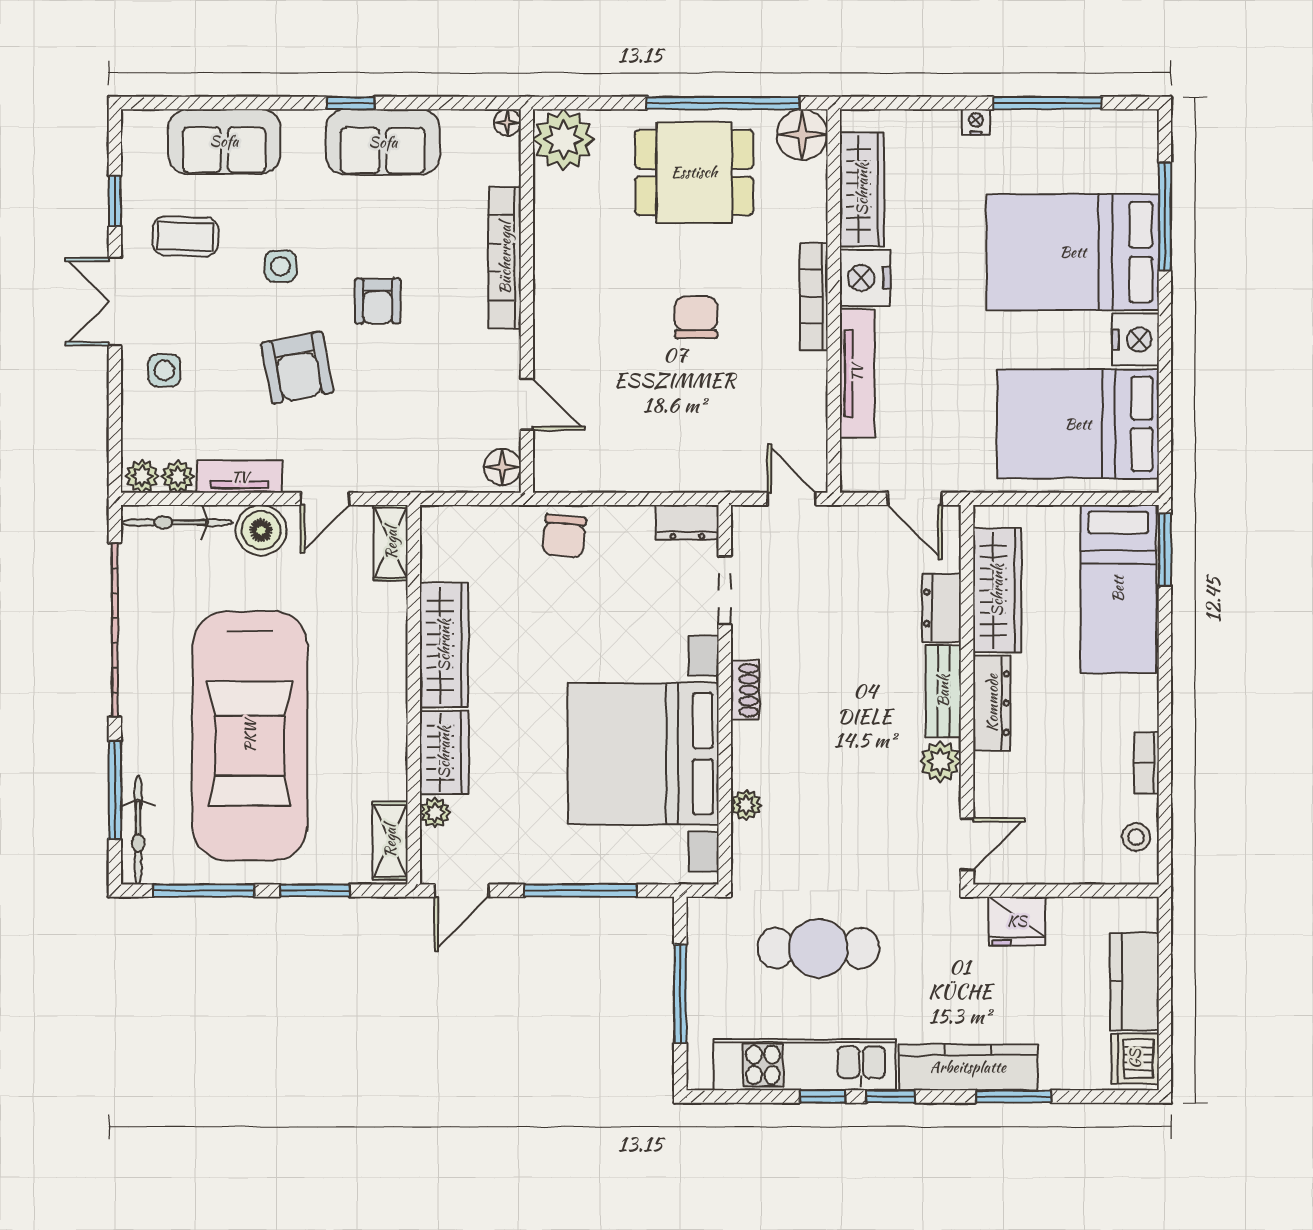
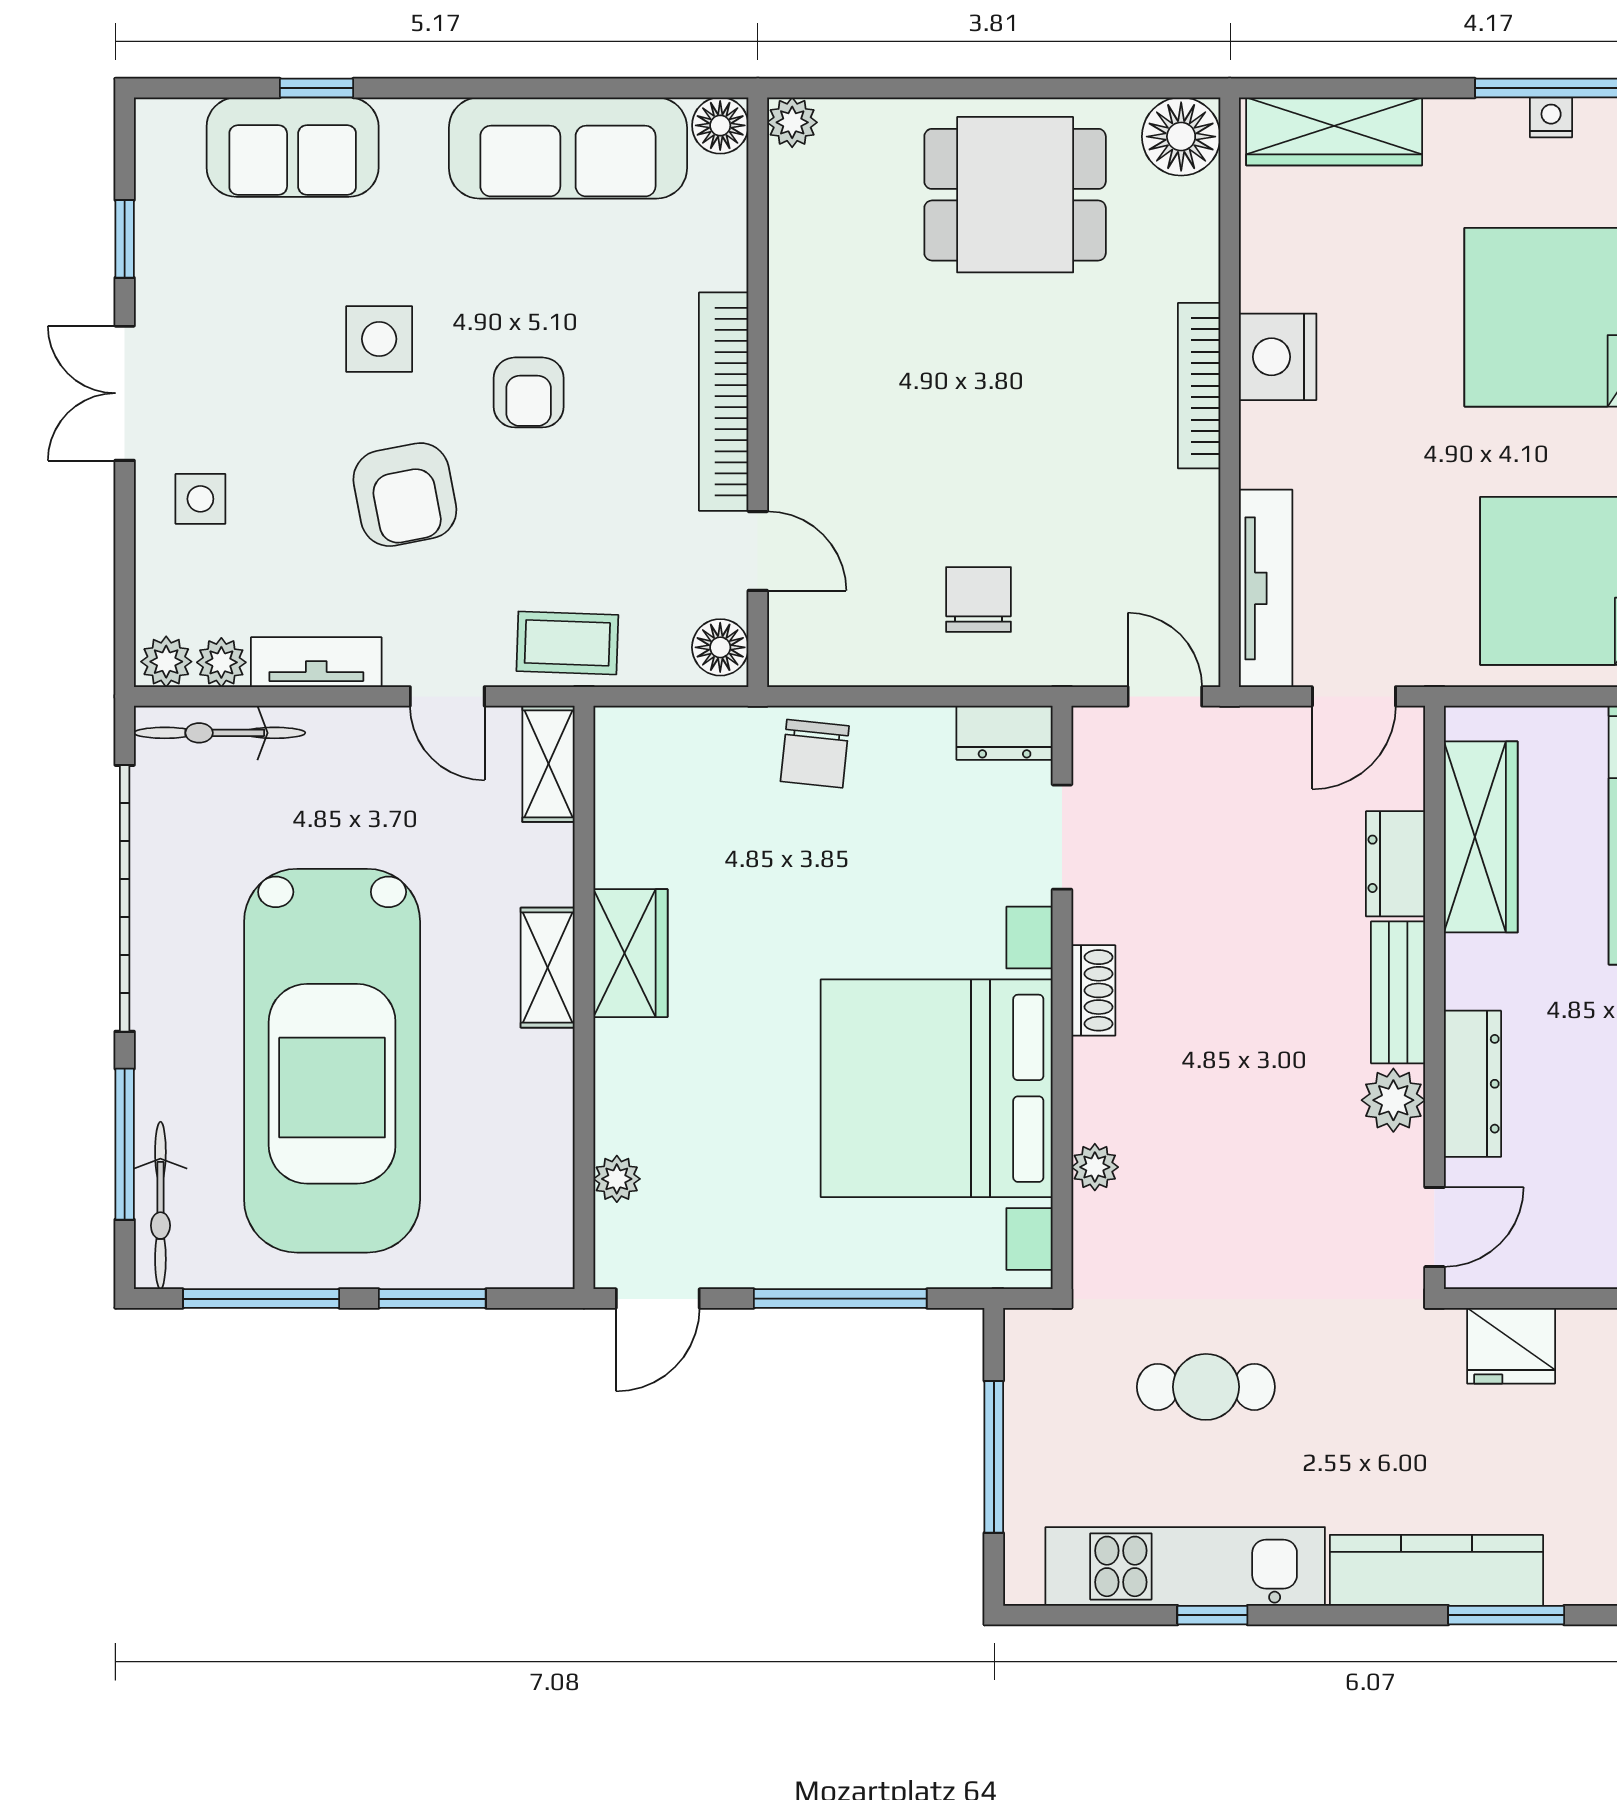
window: (350, 103) -> (317, 88), moved
window: (723, 103) -> (1059, 88), removed
floor lamp: (507, 122) -> (720, 125), width x1.37, depth x1.37
nightstand: (976, 122) -> (1551, 117), moved
plant: (563, 140) -> (792, 122), width x0.53, depth x0.53
sofa: (383, 142) -> (568, 148), width x1.36
wardrobe: (862, 189) -> (1334, 131), moved, turned 90
coffee table: (185, 236) -> (567, 643), moved
bookcase: (505, 258) -> (724, 402), moved
side table: (280, 266) -> (379, 339), width x1.37, depth x1.37
chair: (696, 317) -> (978, 599), moved
tv unit: (857, 373) -> (1266, 588), moved
door: (325, 499) -> (447, 696), hinge flipped
door: (915, 499) -> (1354, 696), hinge flipped
boiler: (261, 530) -> (349, 745), removed
wardrobe: (444, 645) -> (630, 953), width x0.67
dresser: (992, 703) -> (1472, 1084), moved
wardrobe: (444, 752) -> (631, 1086), removed
shelving: (390, 841) -> (548, 968), moved
cafe table: (818, 948) -> (1206, 1387), width x0.73, depth x0.74
window: (890, 1097) -> (1316, 1615), removed

